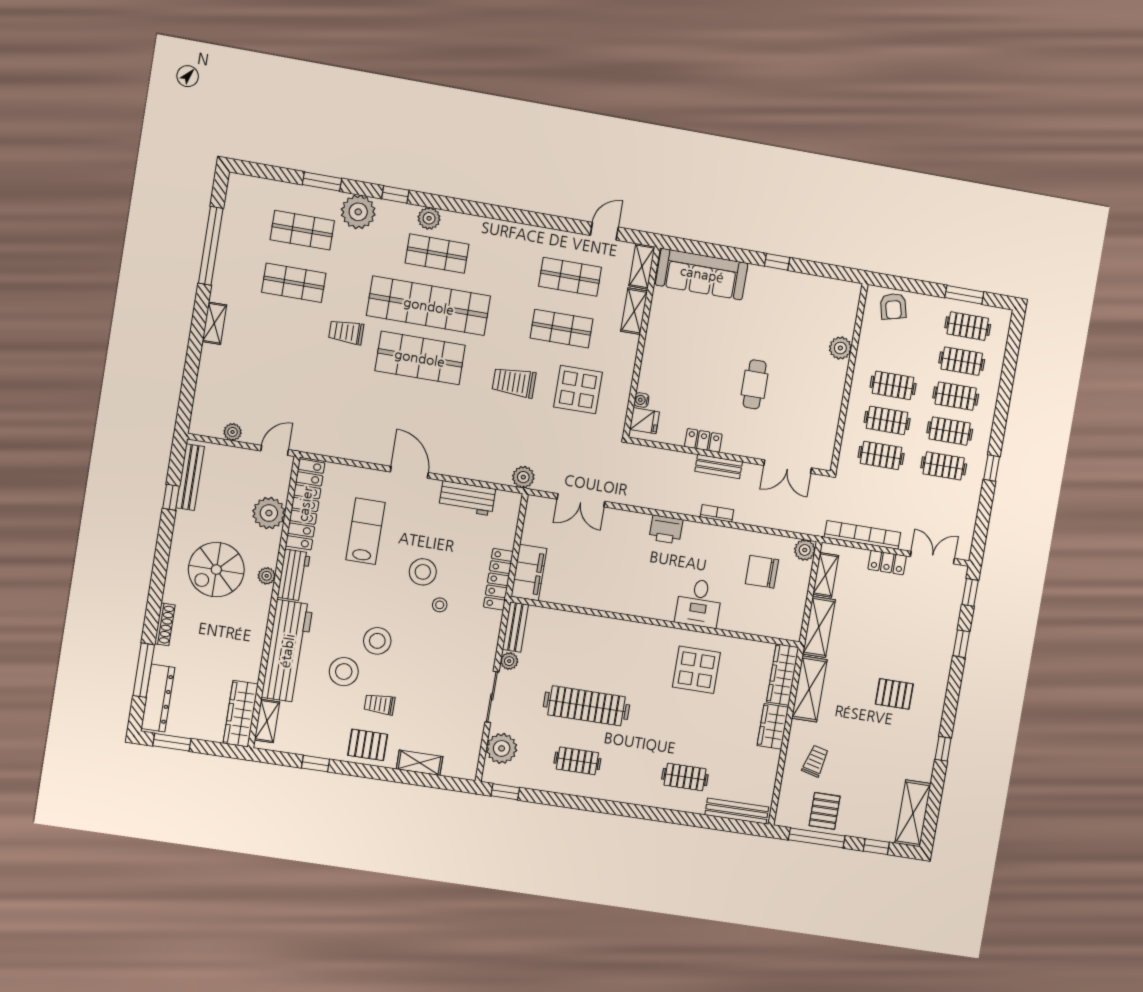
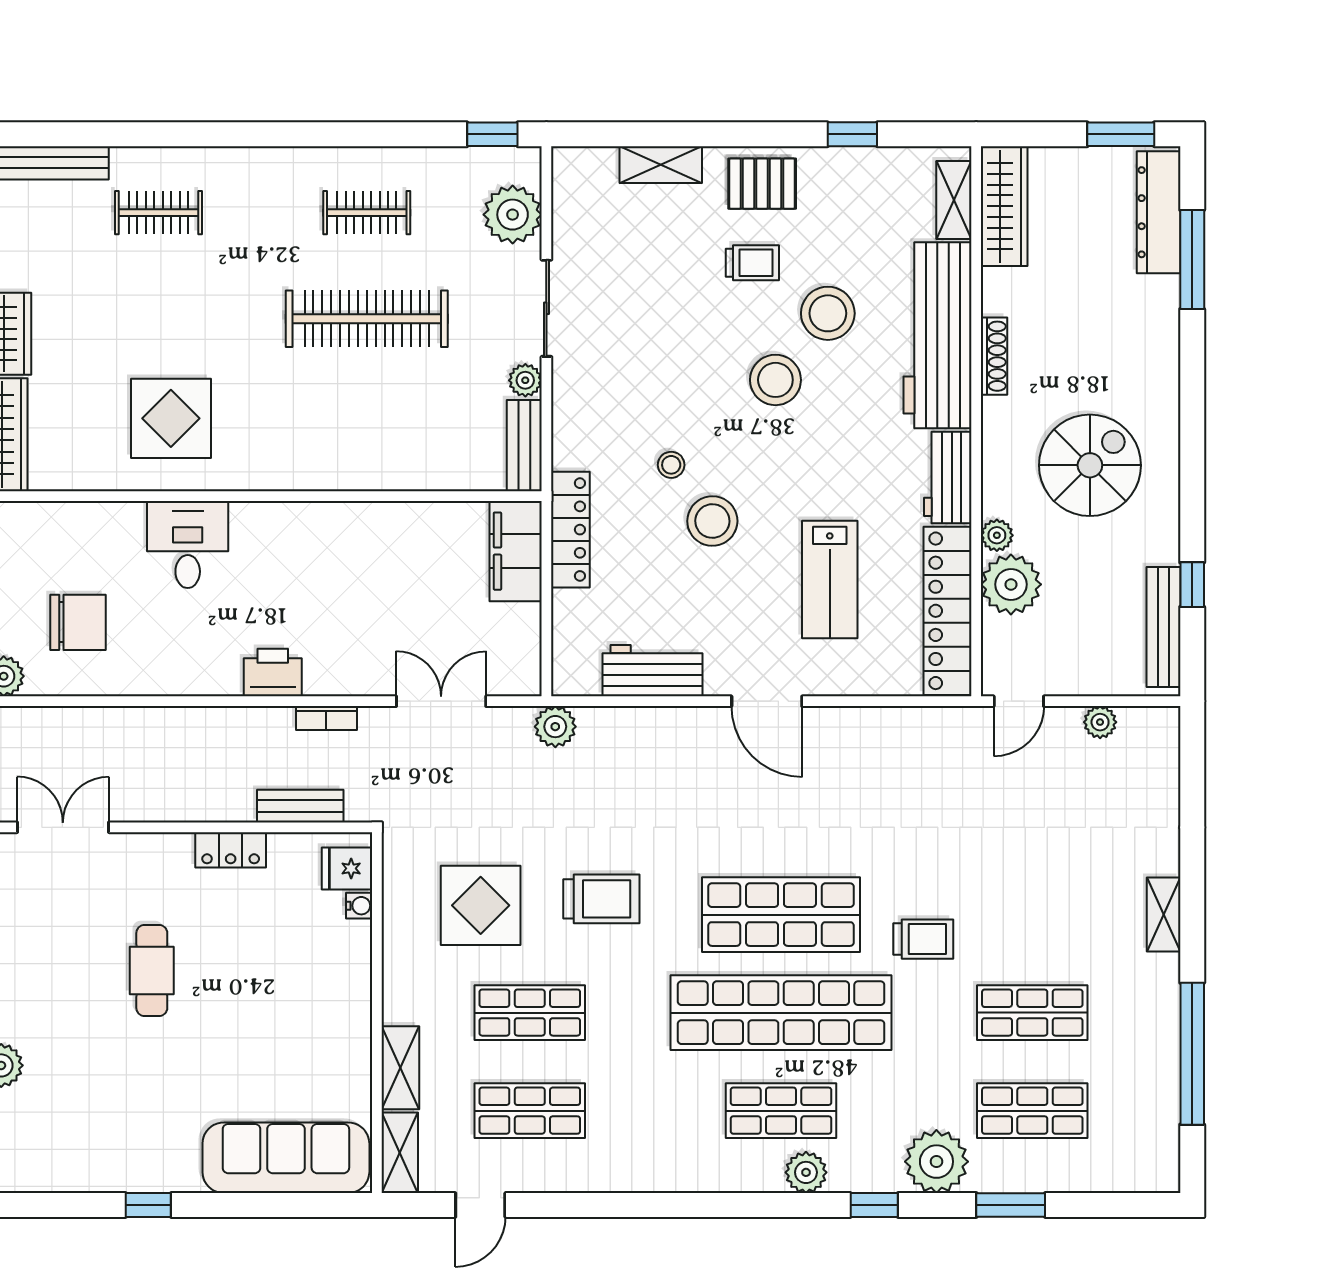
bench: (719, 467) -> (300, 806), moved
bookcase: (717, 513) -> (326, 718), moved
plant: (267, 576) -> (997, 535), moved
shoe rack: (165, 624) -> (994, 356), moved, turned 180

